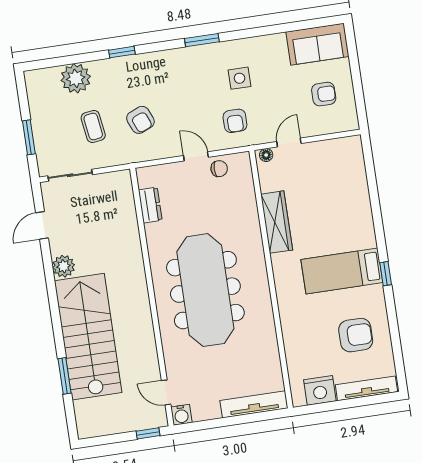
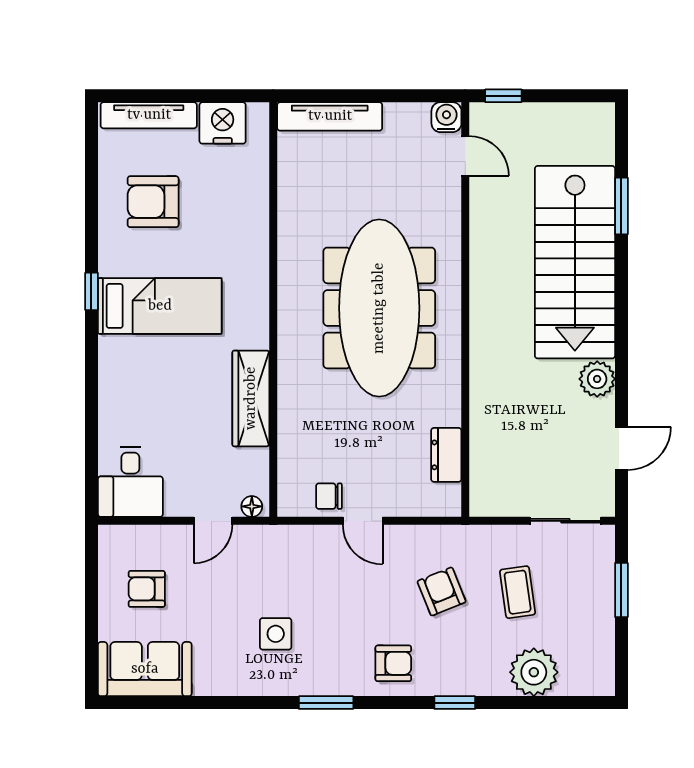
armchair: (235, 121) -> (393, 663), moved, turned 90
desk: (344, 159) -> (130, 482), added

